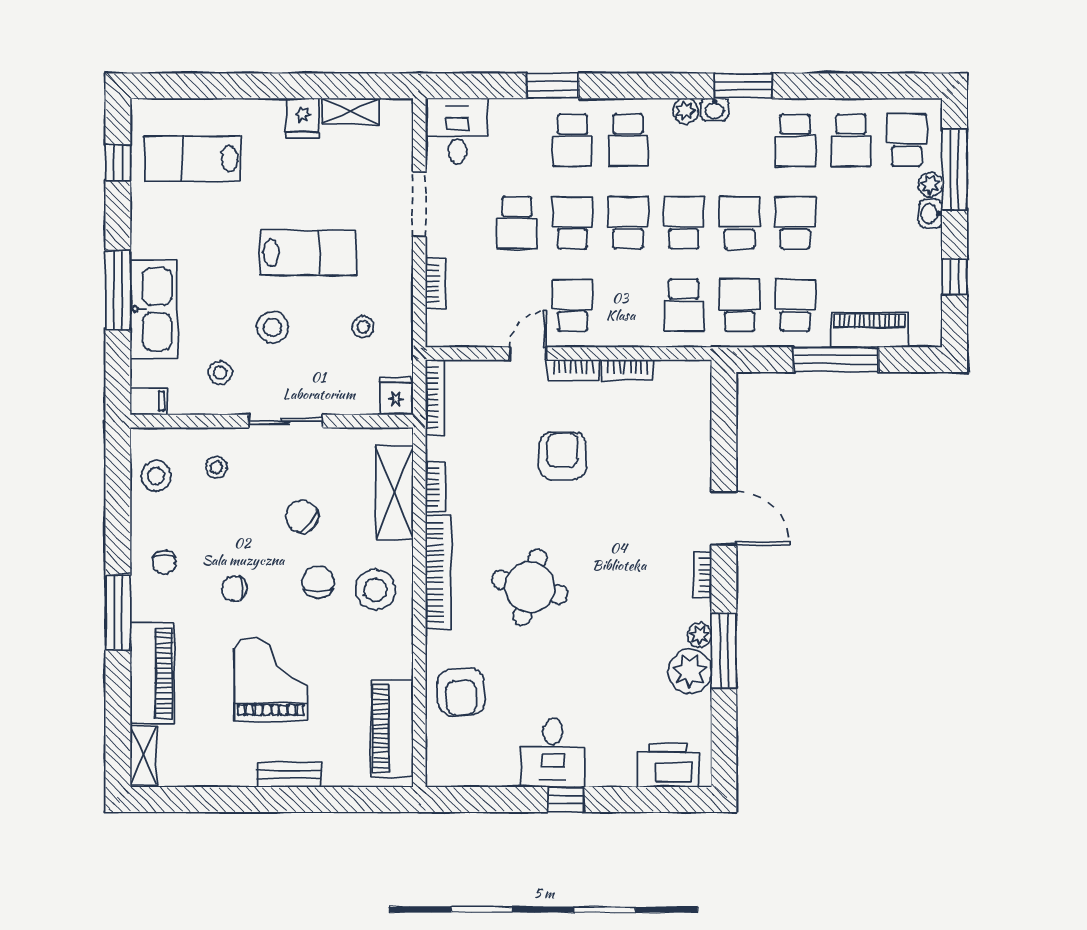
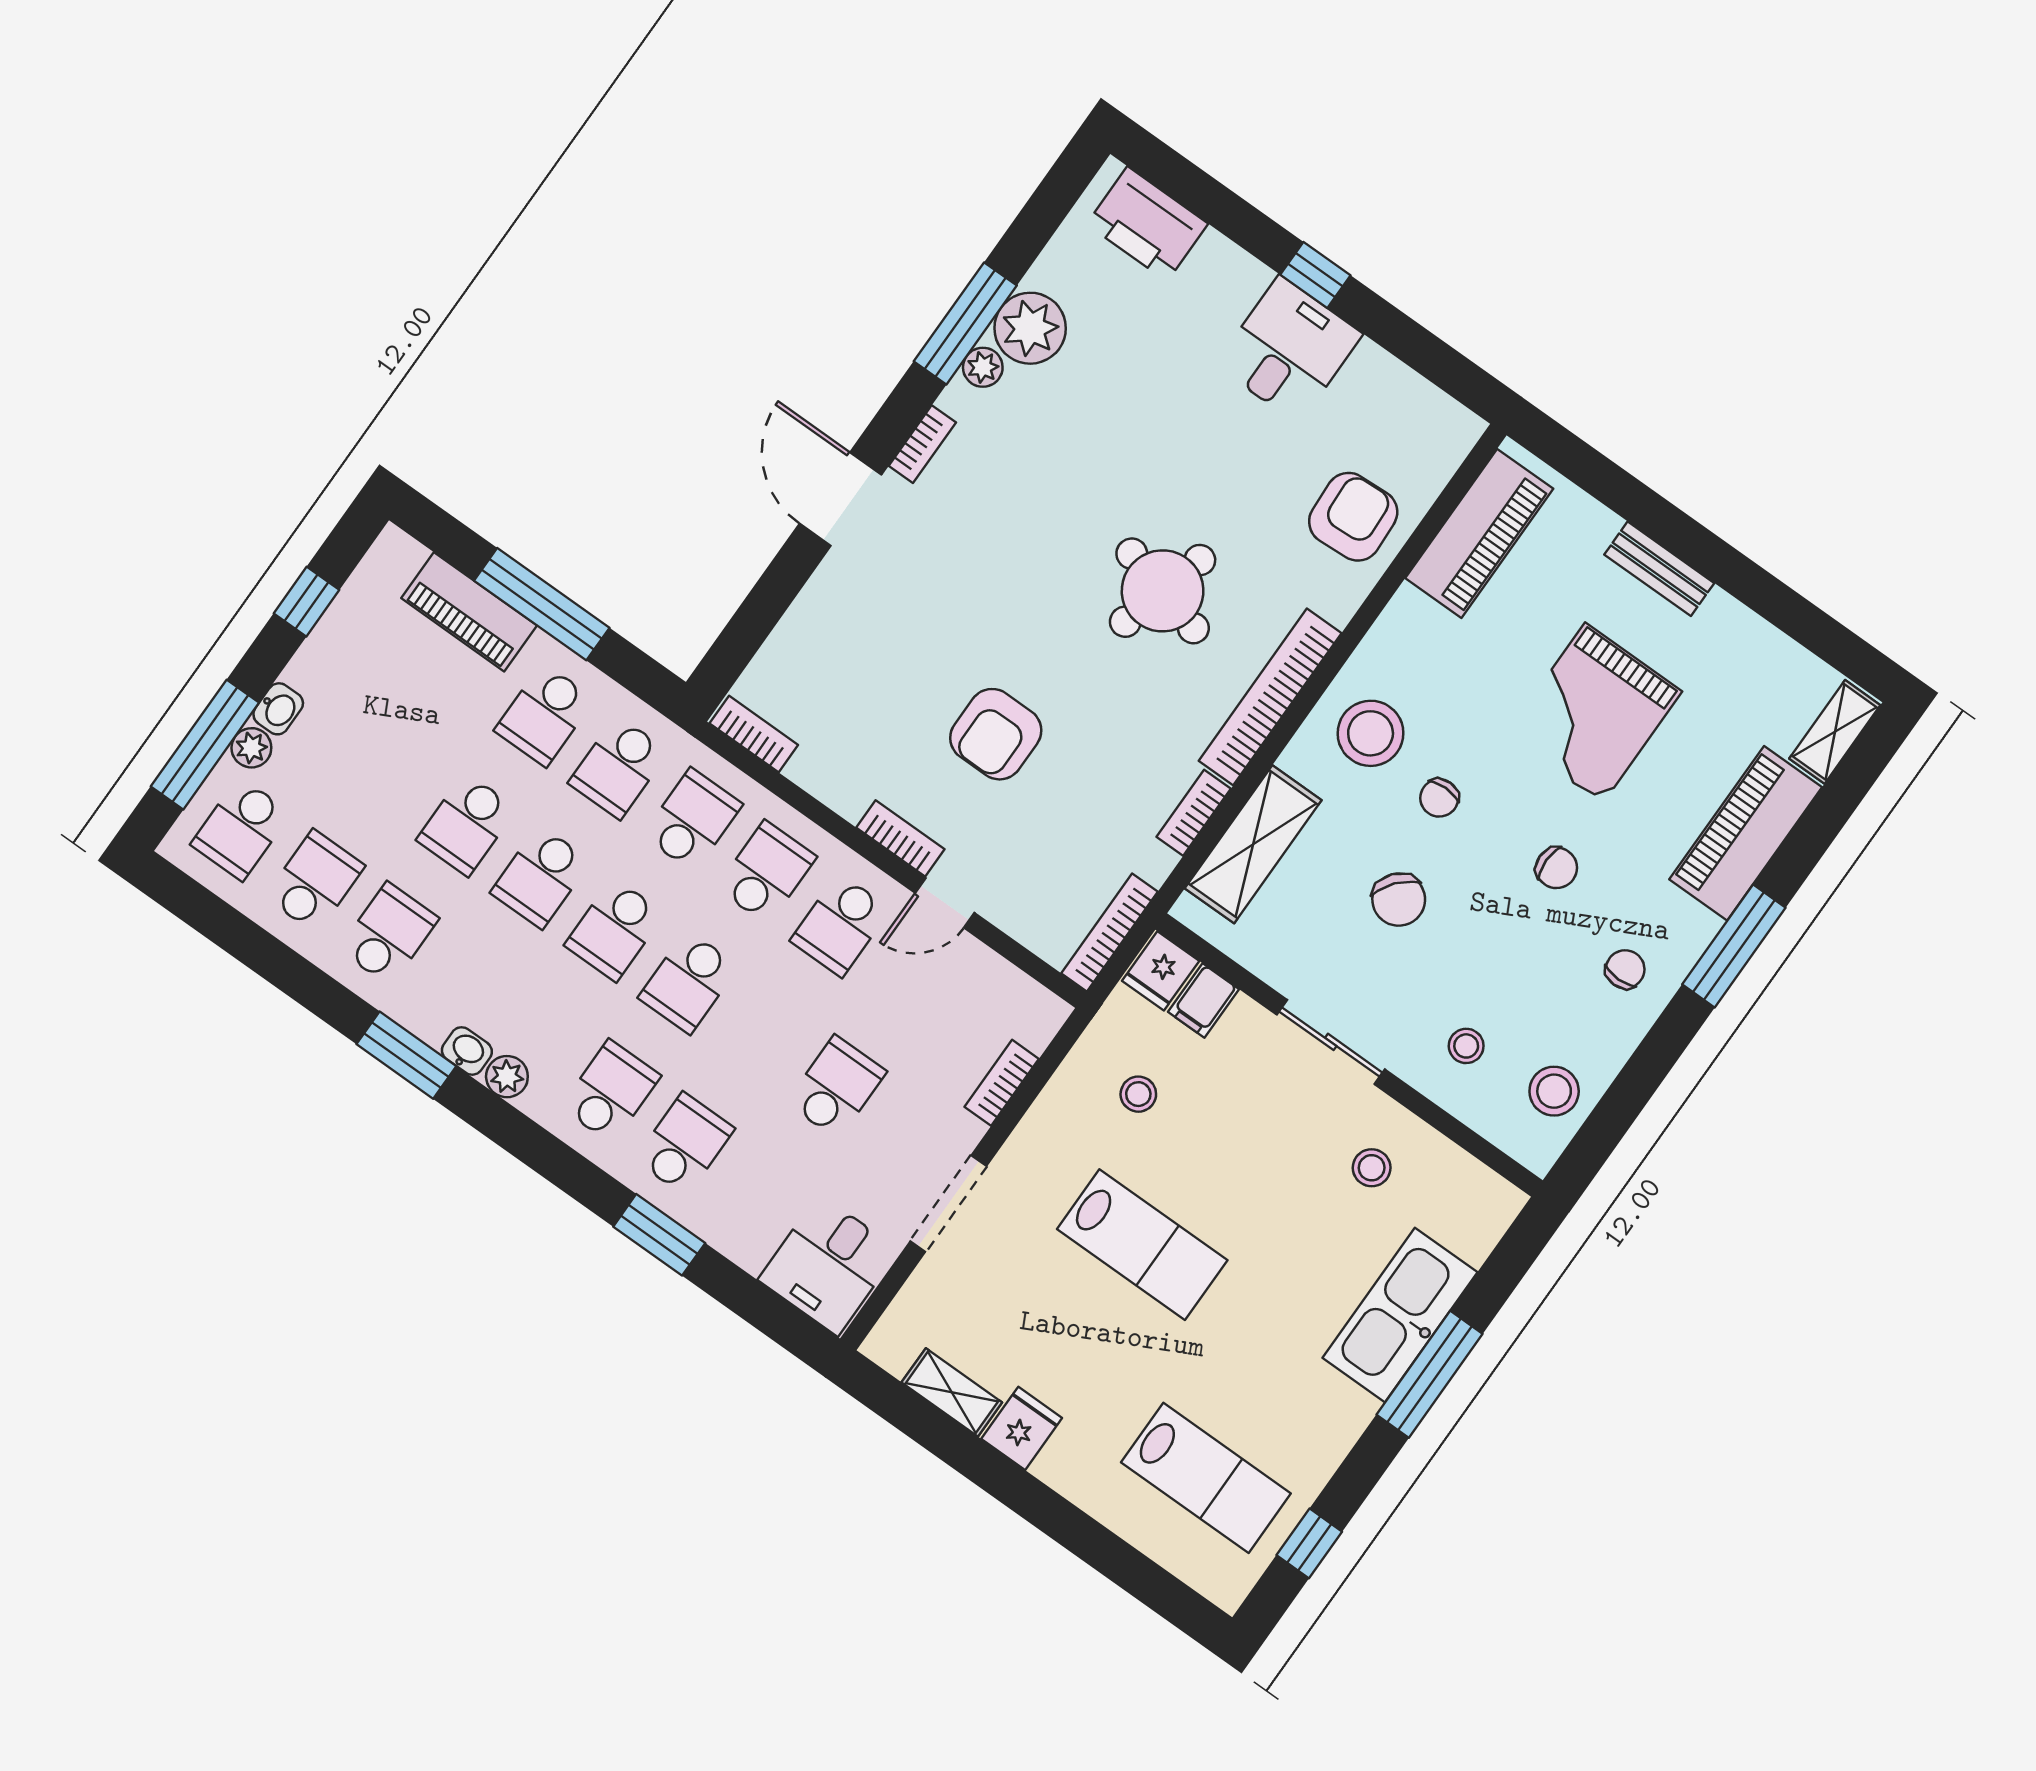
school desk: (572, 223) -> (766, 872), moved, turned 180
lab bench: (308, 253) -> (1142, 1245), turned 180
stool: (272, 327) -> (1260, 1179), removed
bookcase: (628, 370) -> (754, 734), moved
filing cabinet: (149, 401) -> (1203, 1001), moved, turned -90
chair: (318, 582) -> (1439, 798), width x0.73, depth x0.73

